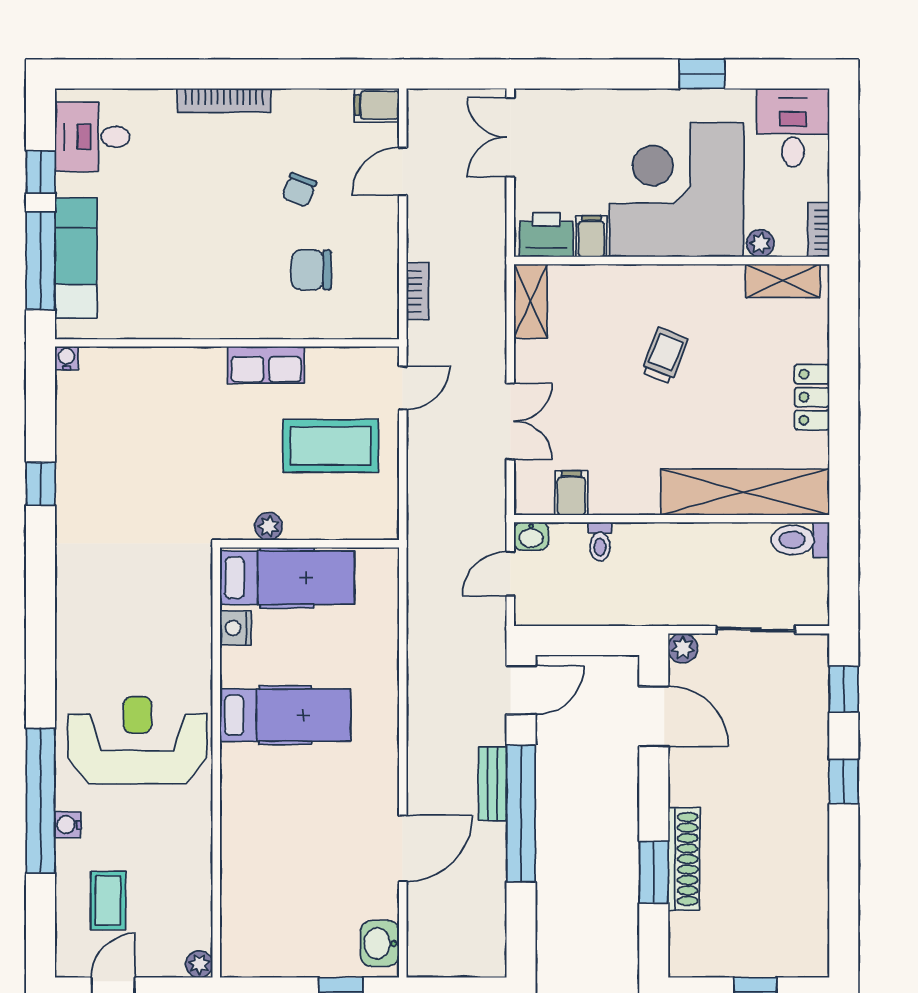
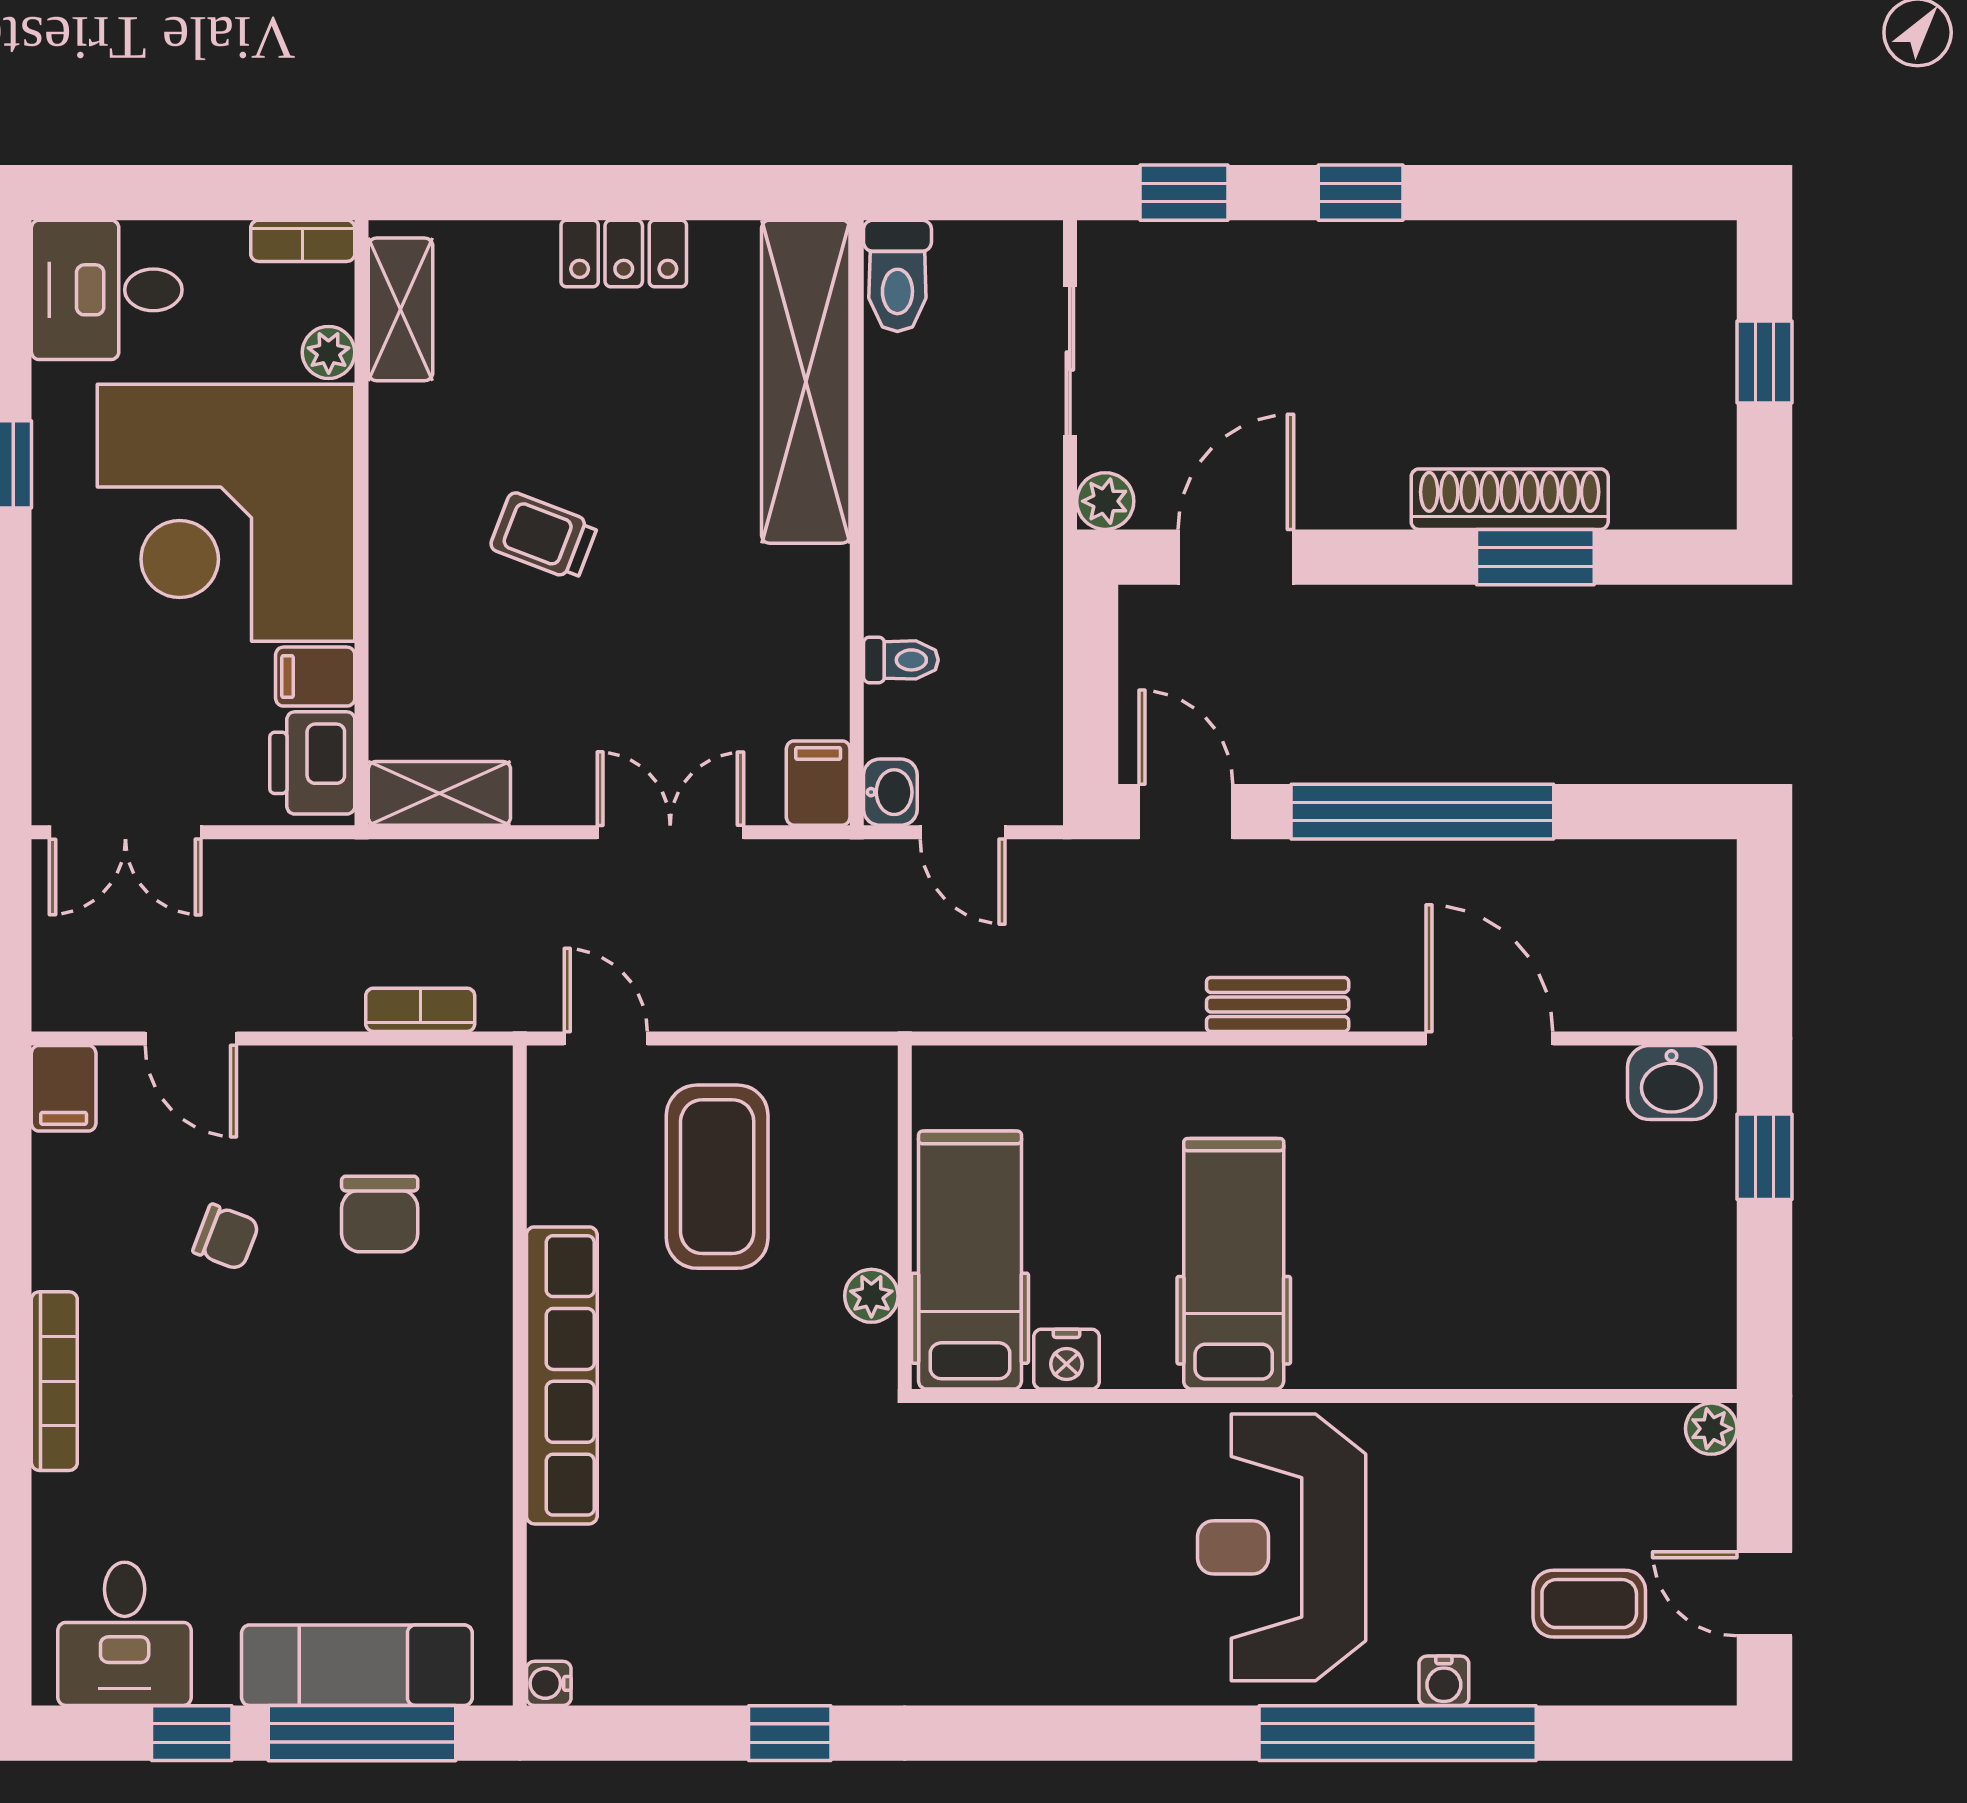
row of seats: (266, 365) -> (562, 1375), width x2.02
filing cabinet: (571, 493) -> (818, 783), moved, turned 90
bench: (493, 784) -> (1278, 1004), moved

